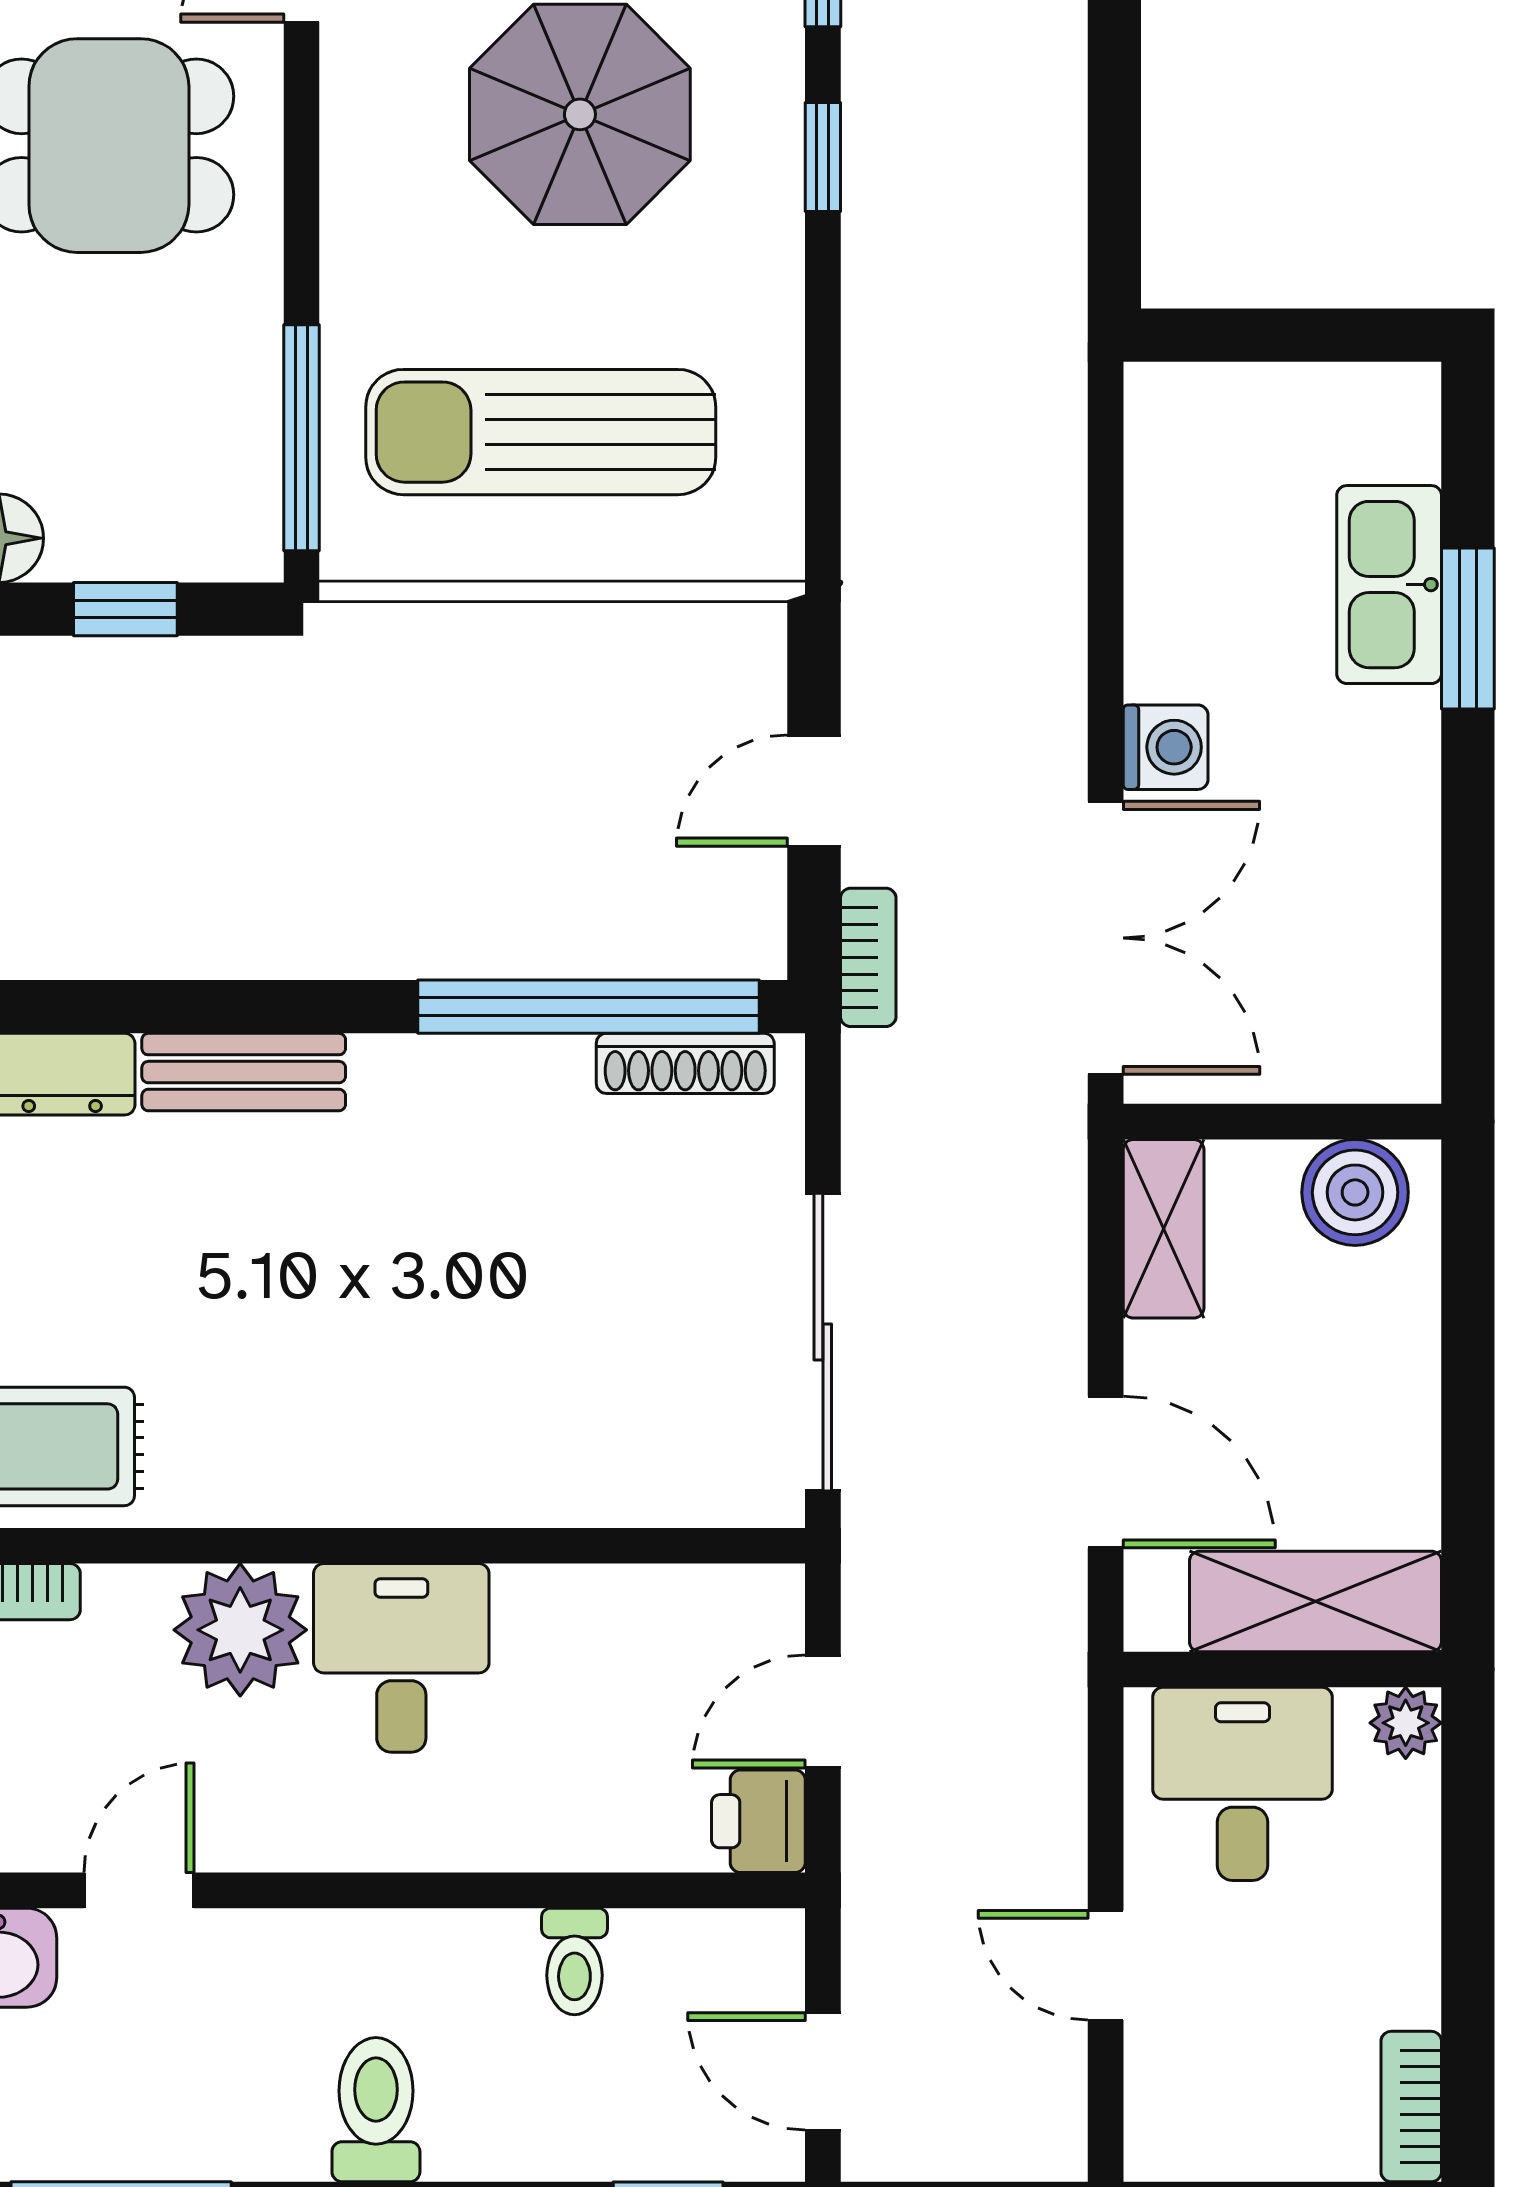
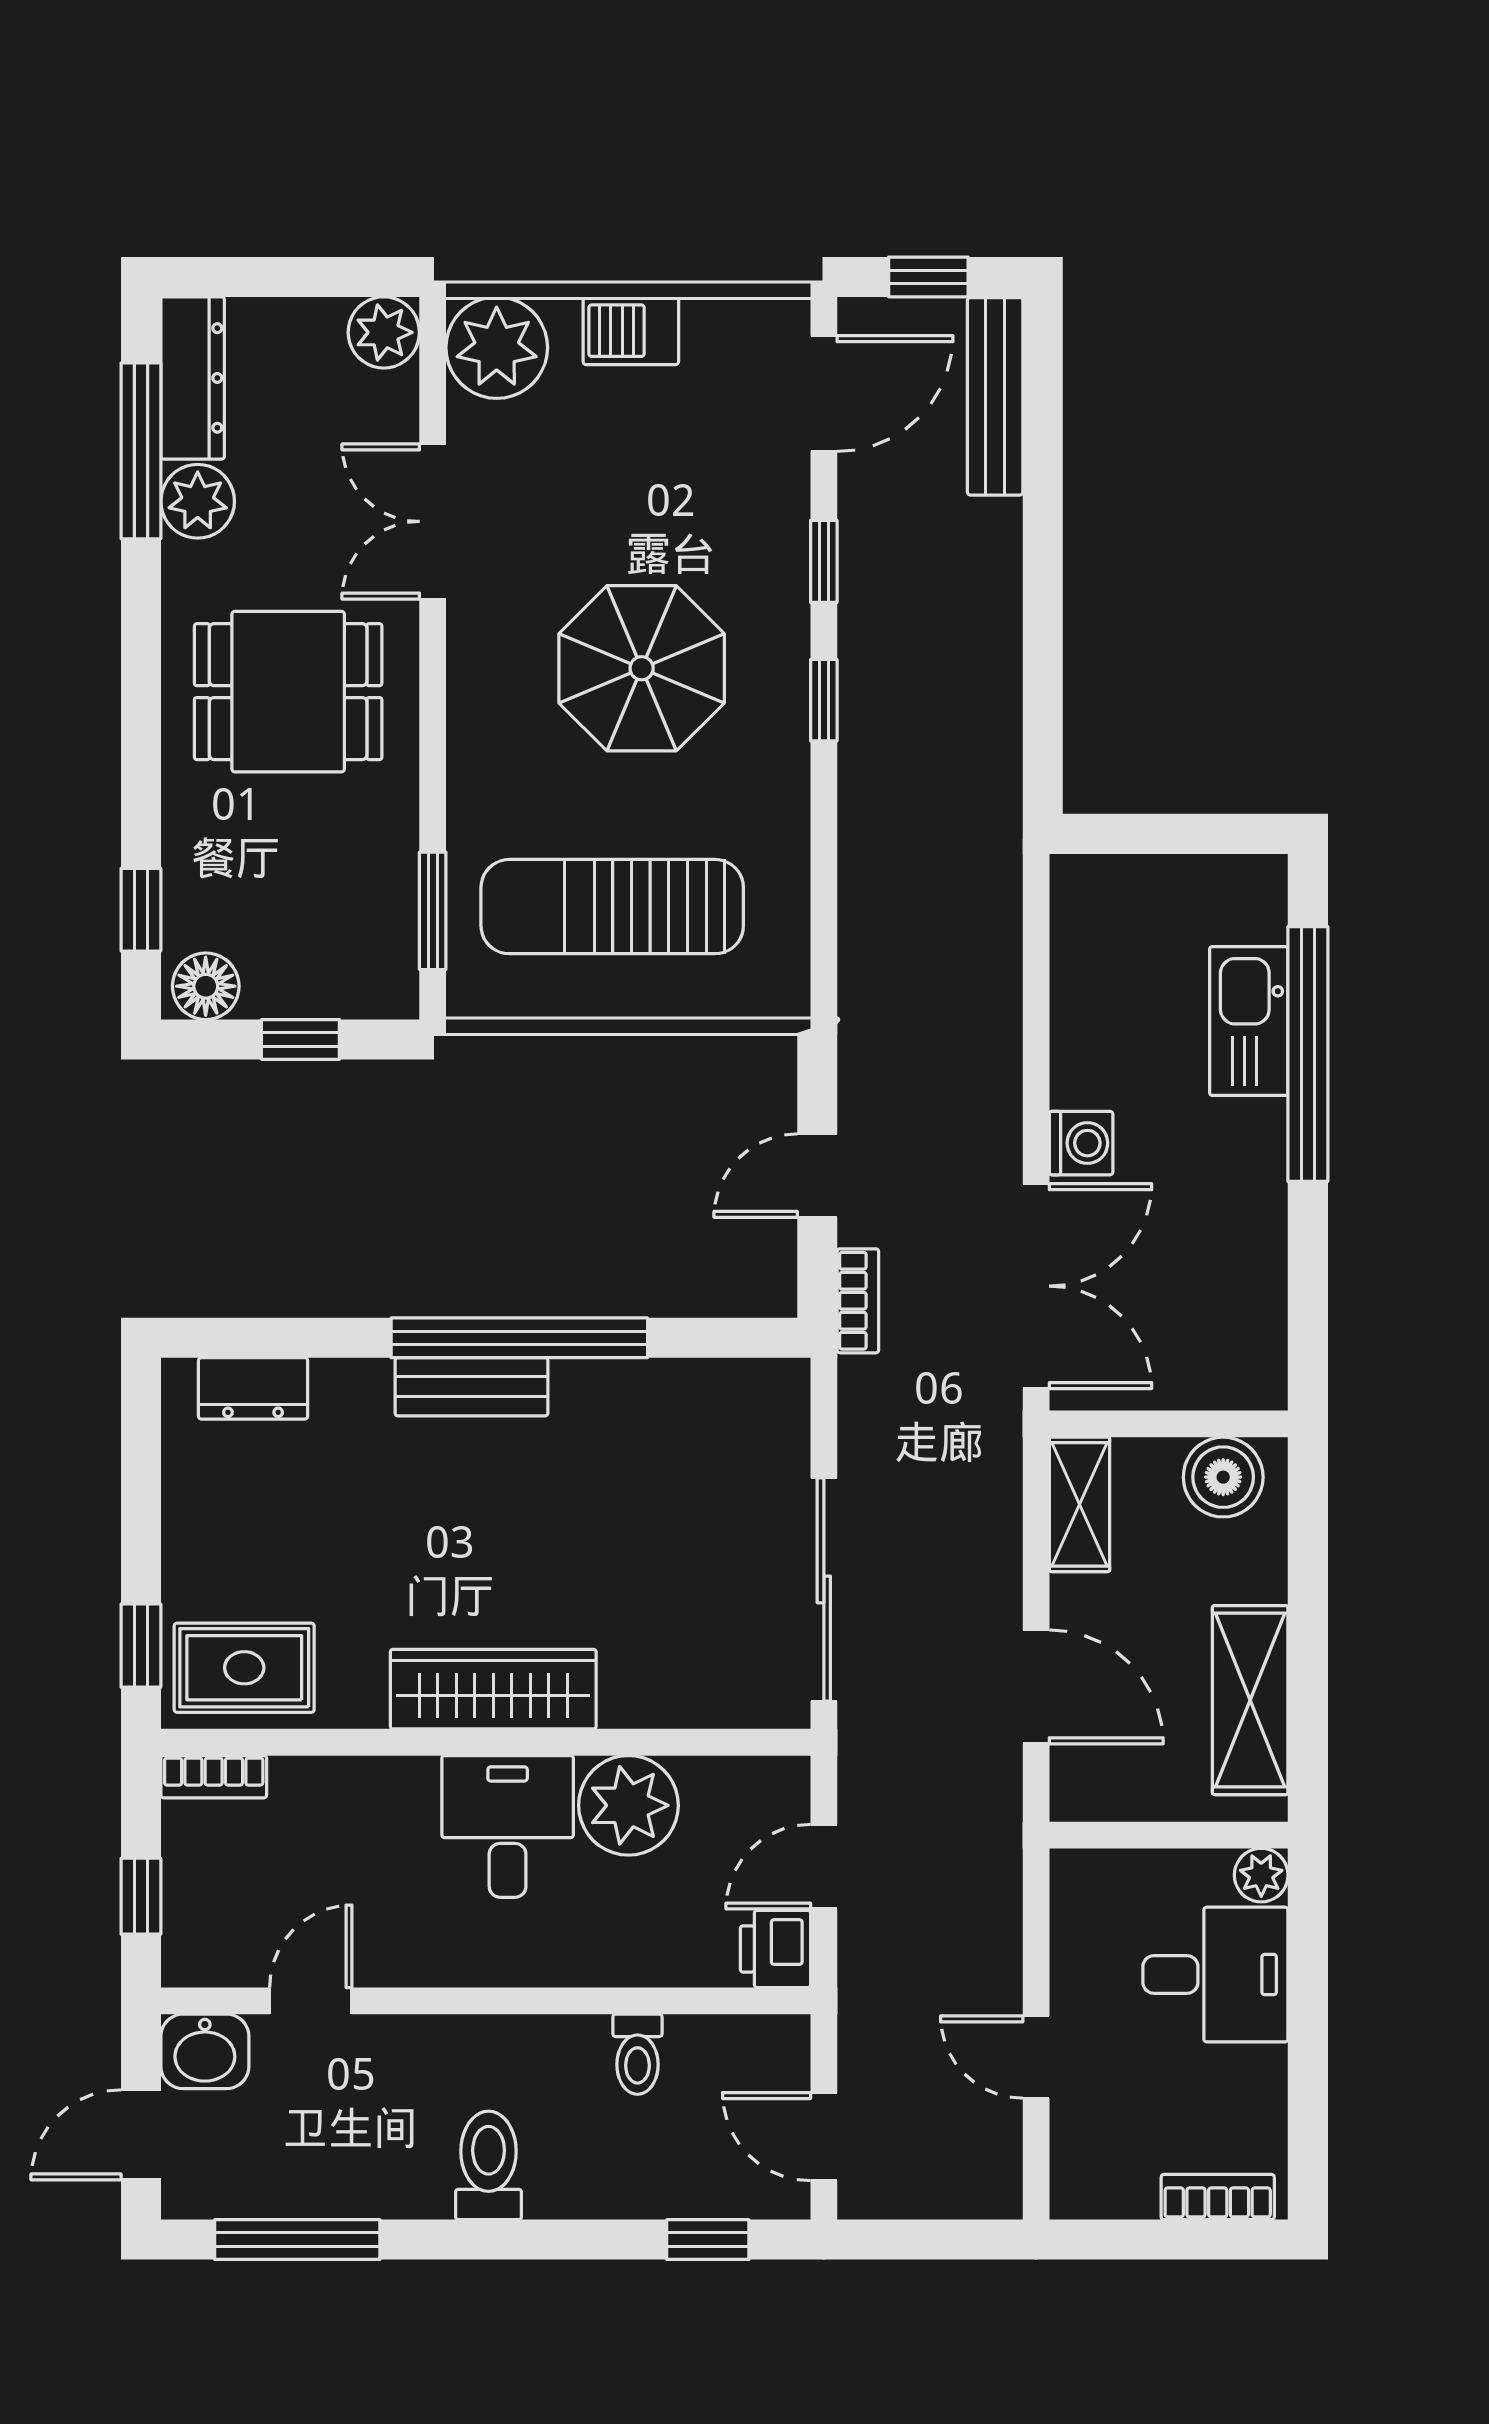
window: (301, 438) -> (433, 911), width x0.69
window: (1468, 629) -> (1308, 1054), width x2.11
window: (589, 1007) -> (519, 1338), moved
shoe rack: (685, 1063) -> (721, 1380), removed
bench: (244, 1072) -> (471, 1387), moved
wardrobe: (382, 1475) -> (493, 1689), added
shelving: (1315, 1601) -> (1250, 1700), moved, turned 90
plant: (240, 1630) -> (628, 1805), moved
desk: (1242, 1784) -> (1215, 1975), moved, turned 90
bookcase: (1411, 2107) -> (1218, 2197), moved, turned 90

